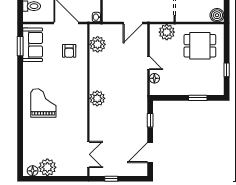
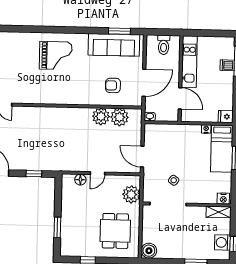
sofa: (33, 45) -> (114, 45), width x1.36
plant: (97, 98) -> (101, 116), moved

